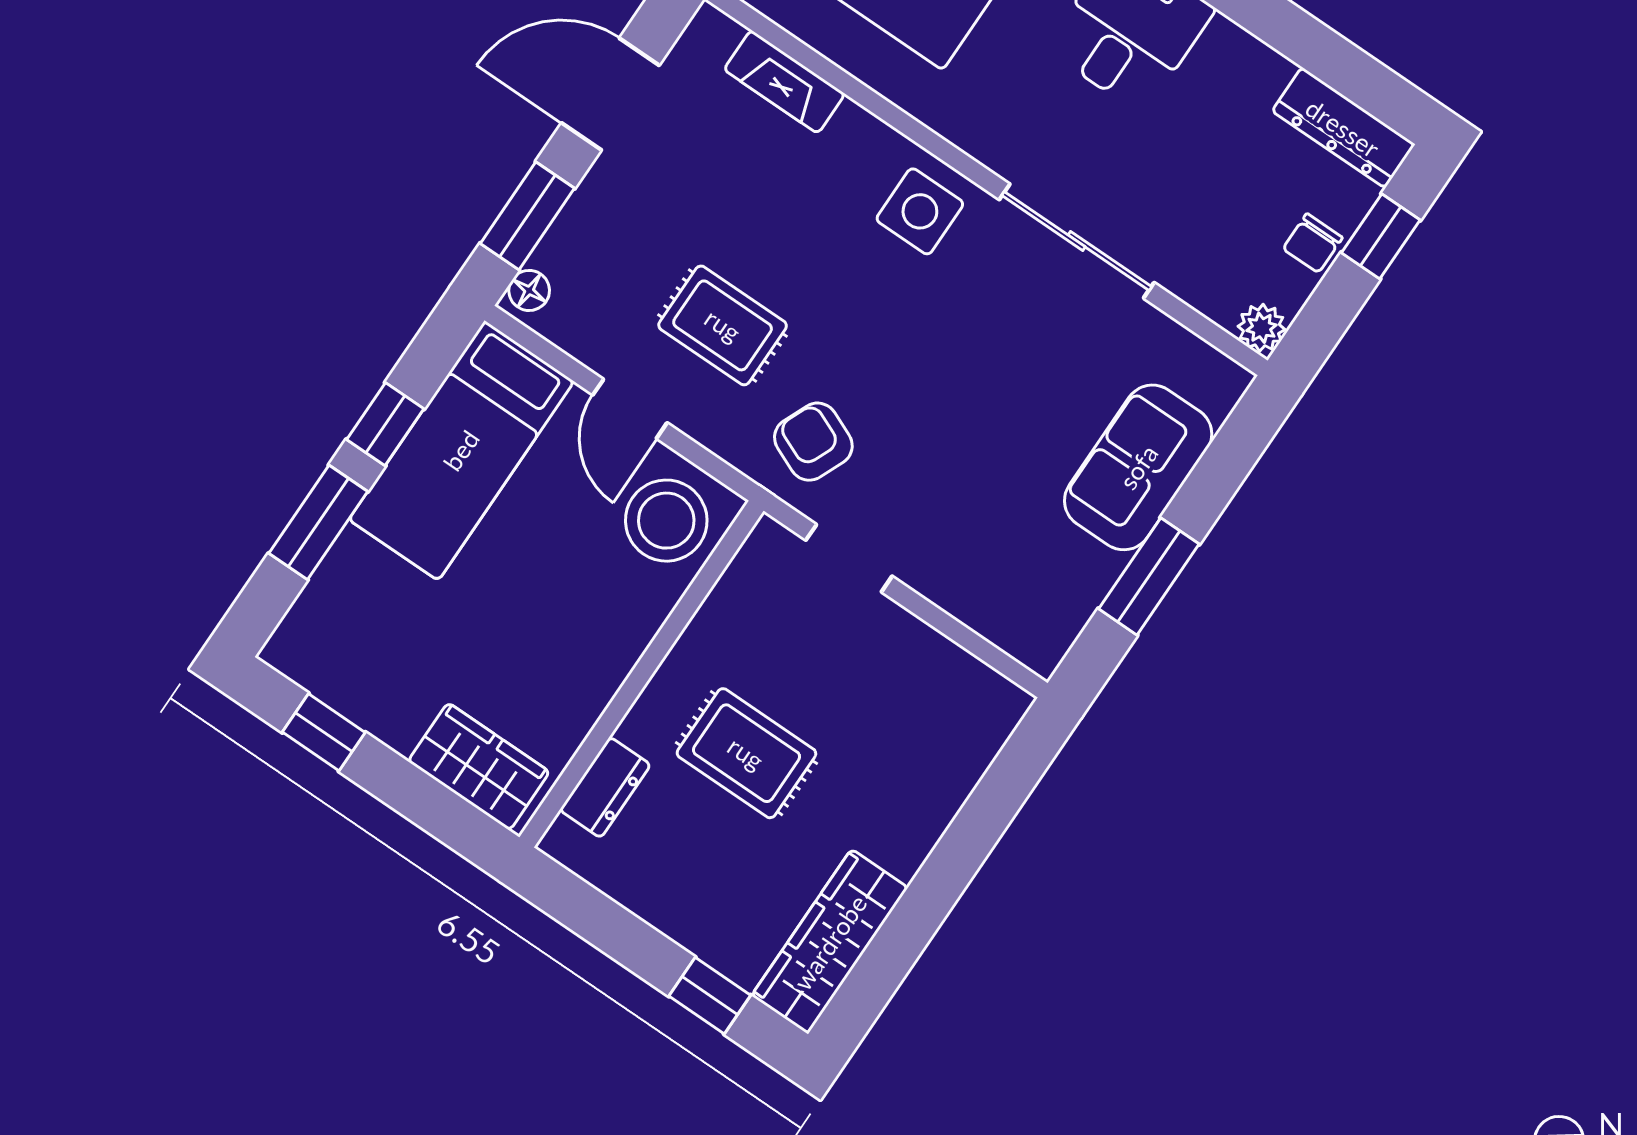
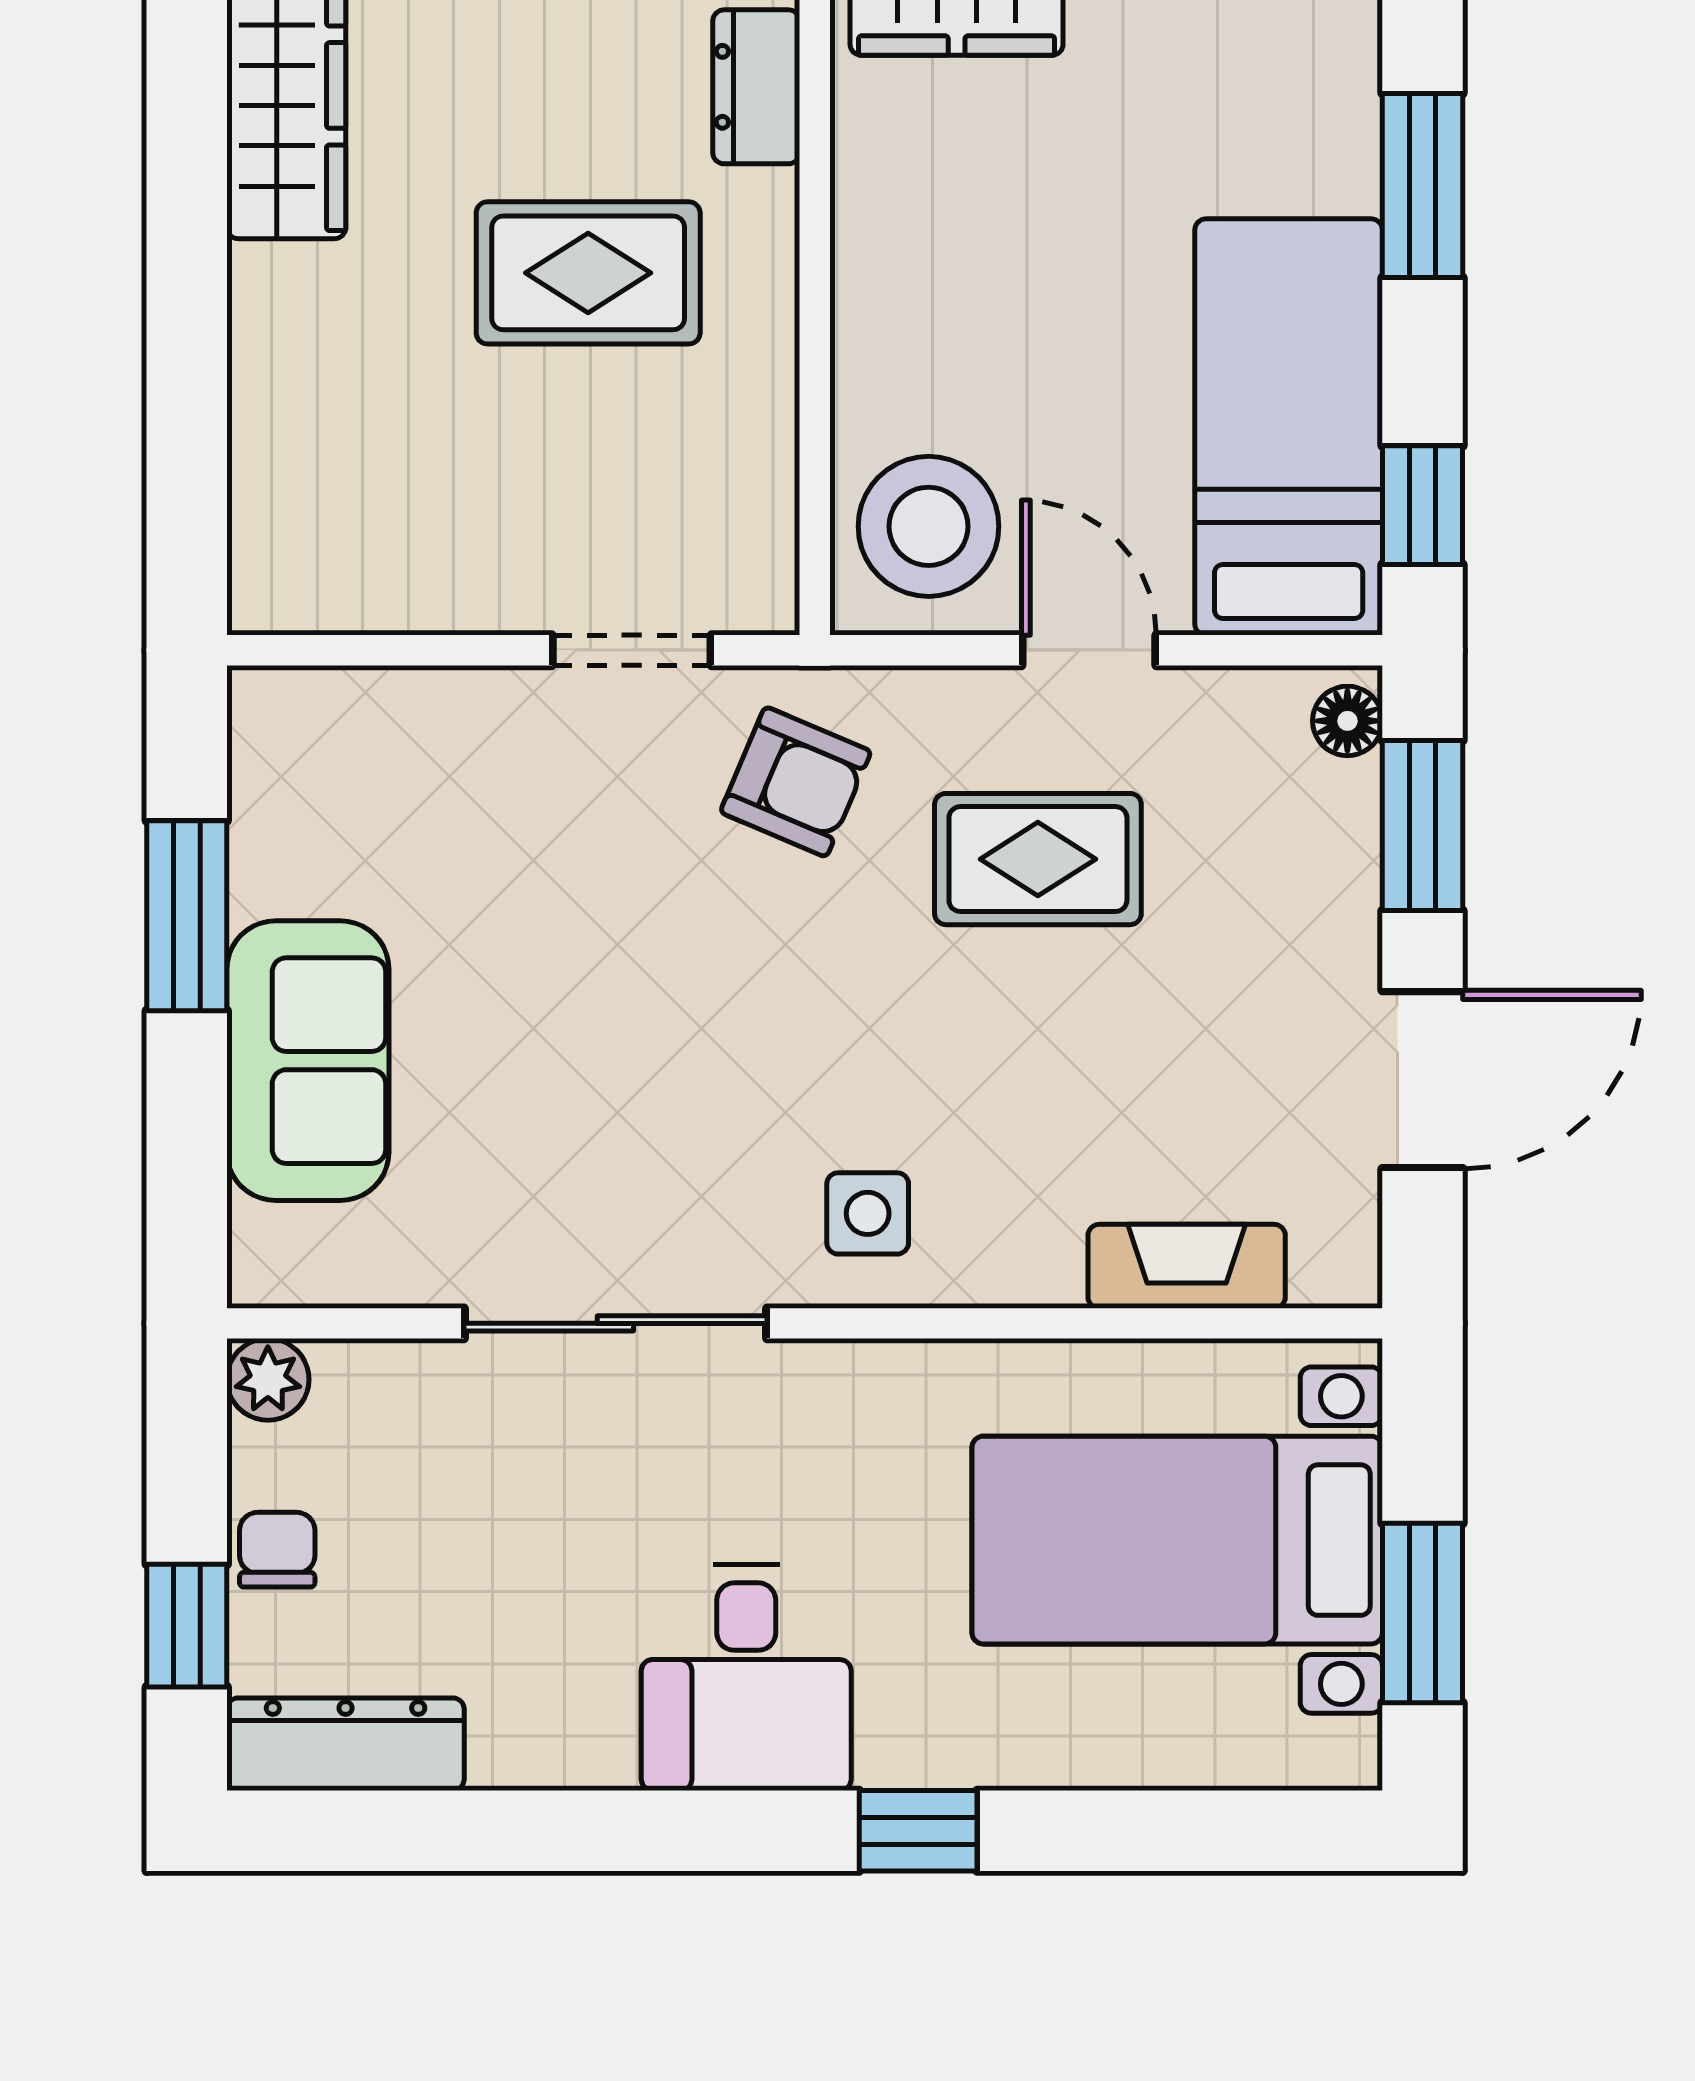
side table: (920, 211) -> (868, 1213), width x0.73, depth x0.73
window: (385, 424) -> (1423, 505), moved

